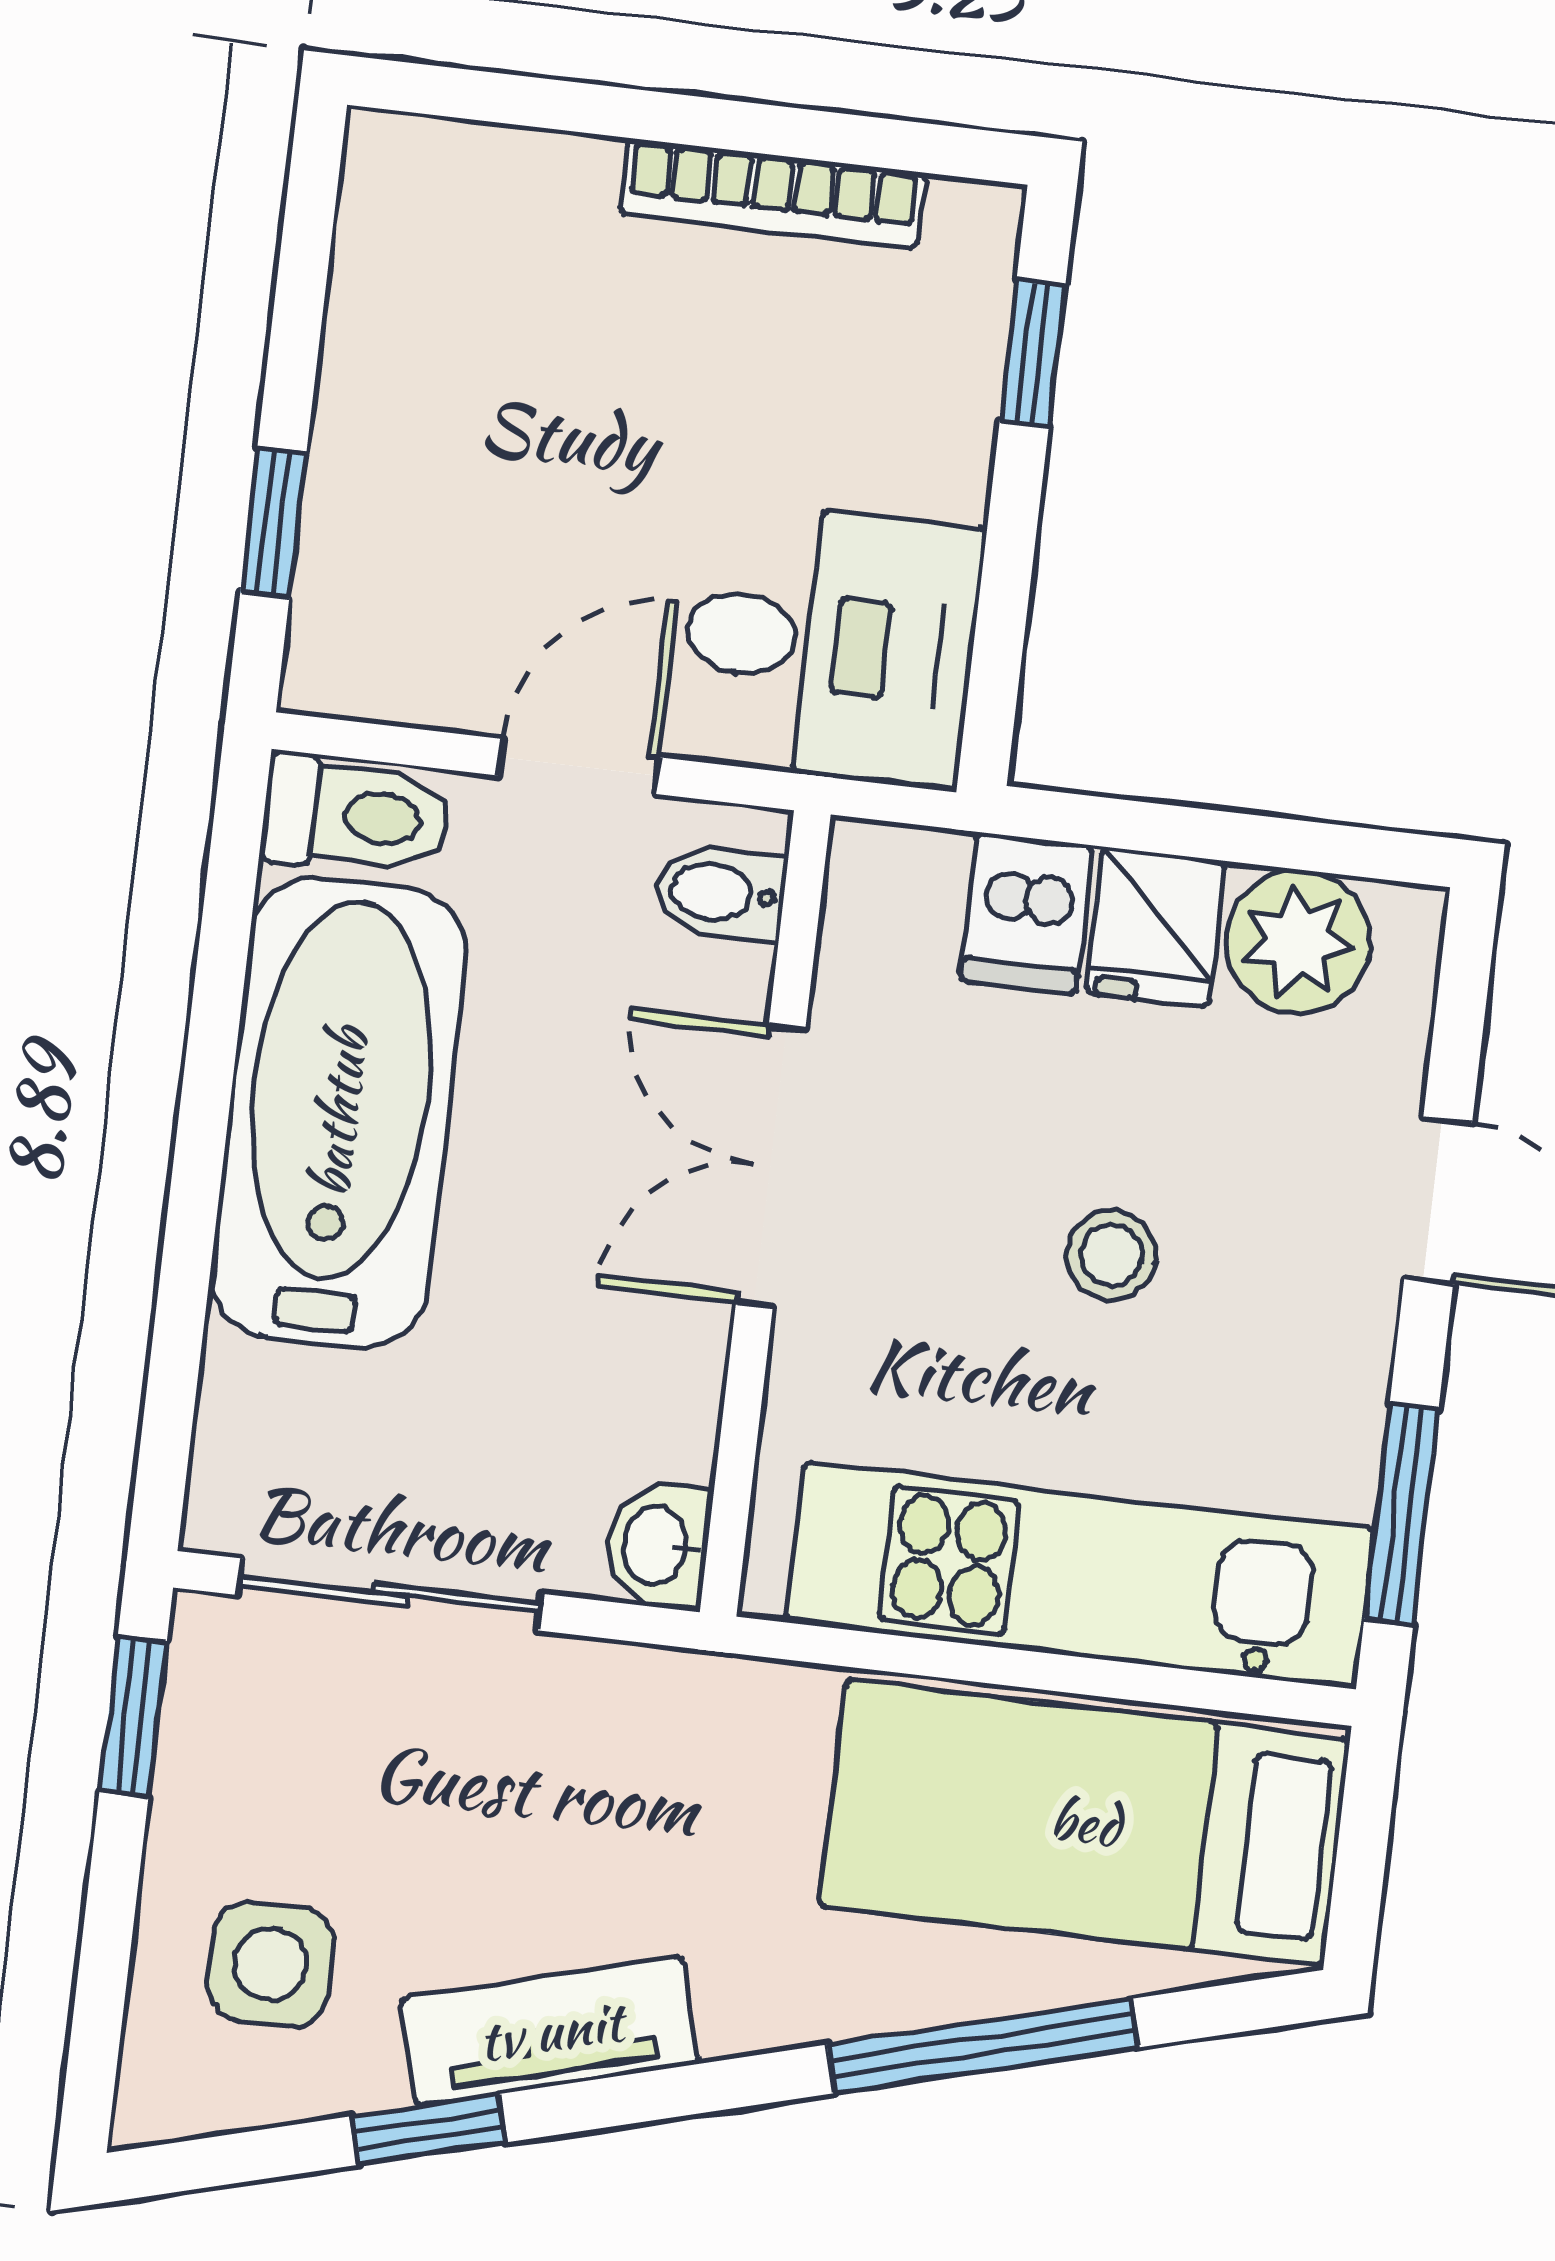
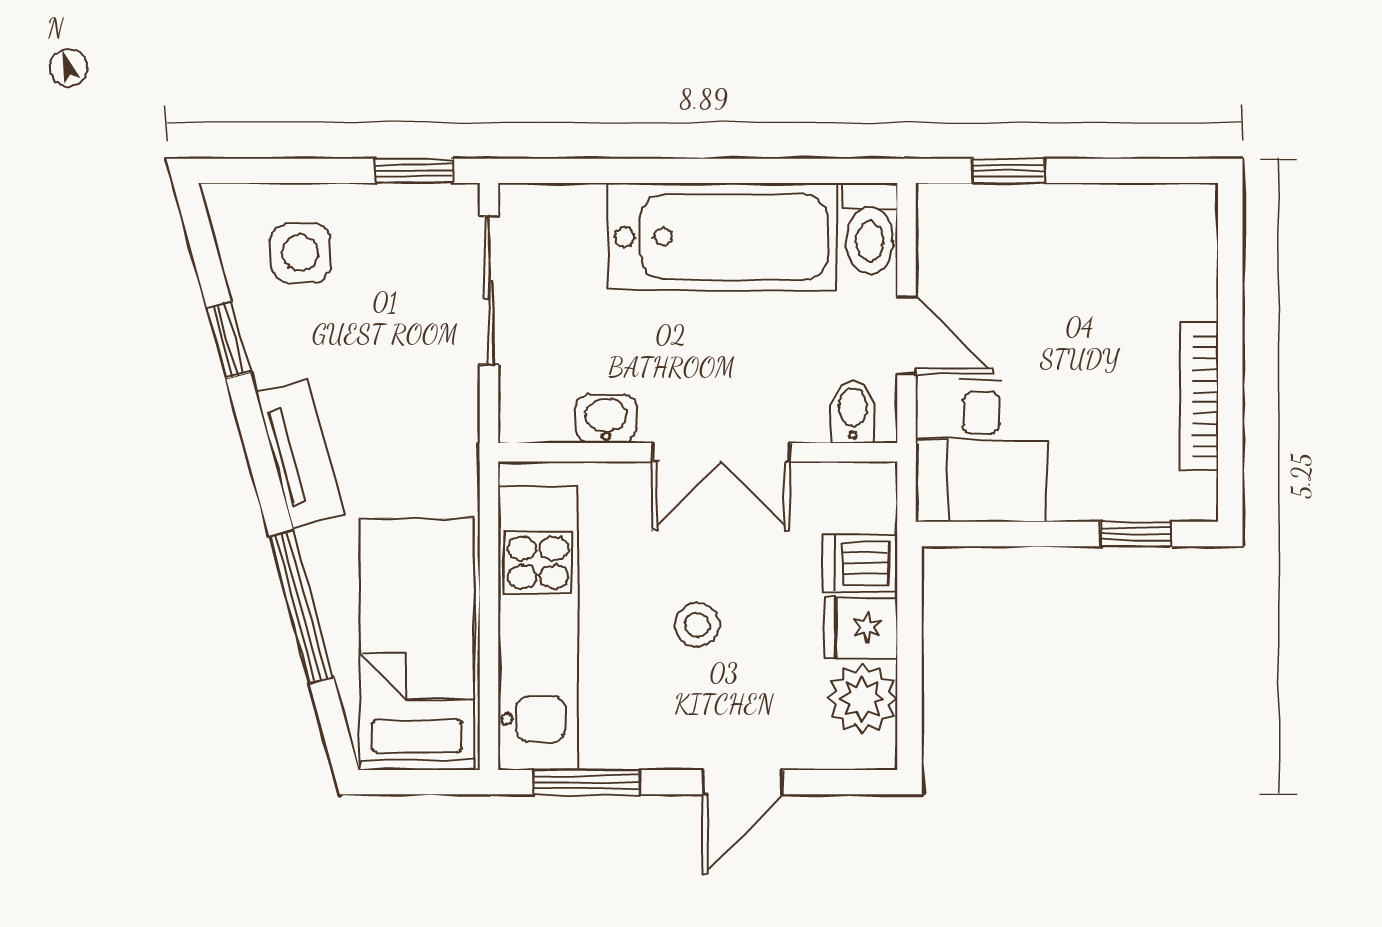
double door: (771, 1166) -> (721, 452), swing flipped
washbasin: (658, 1546) -> (606, 419), moved
tv unit: (550, 2031) -> (300, 454), moved

